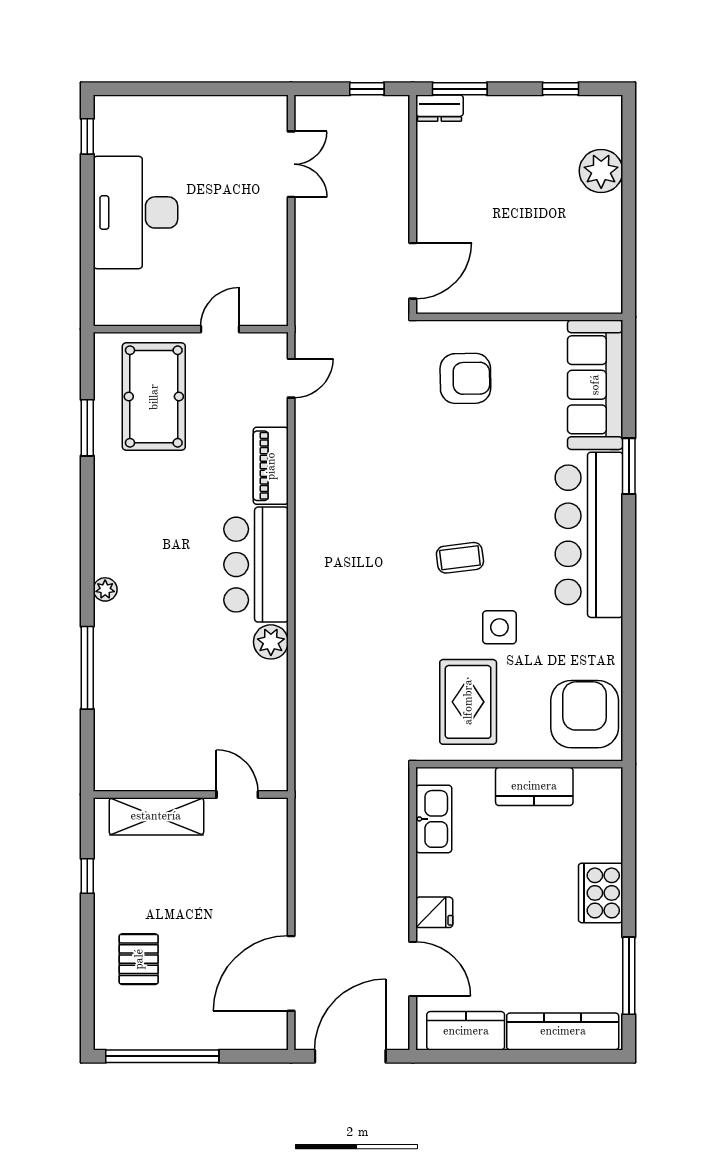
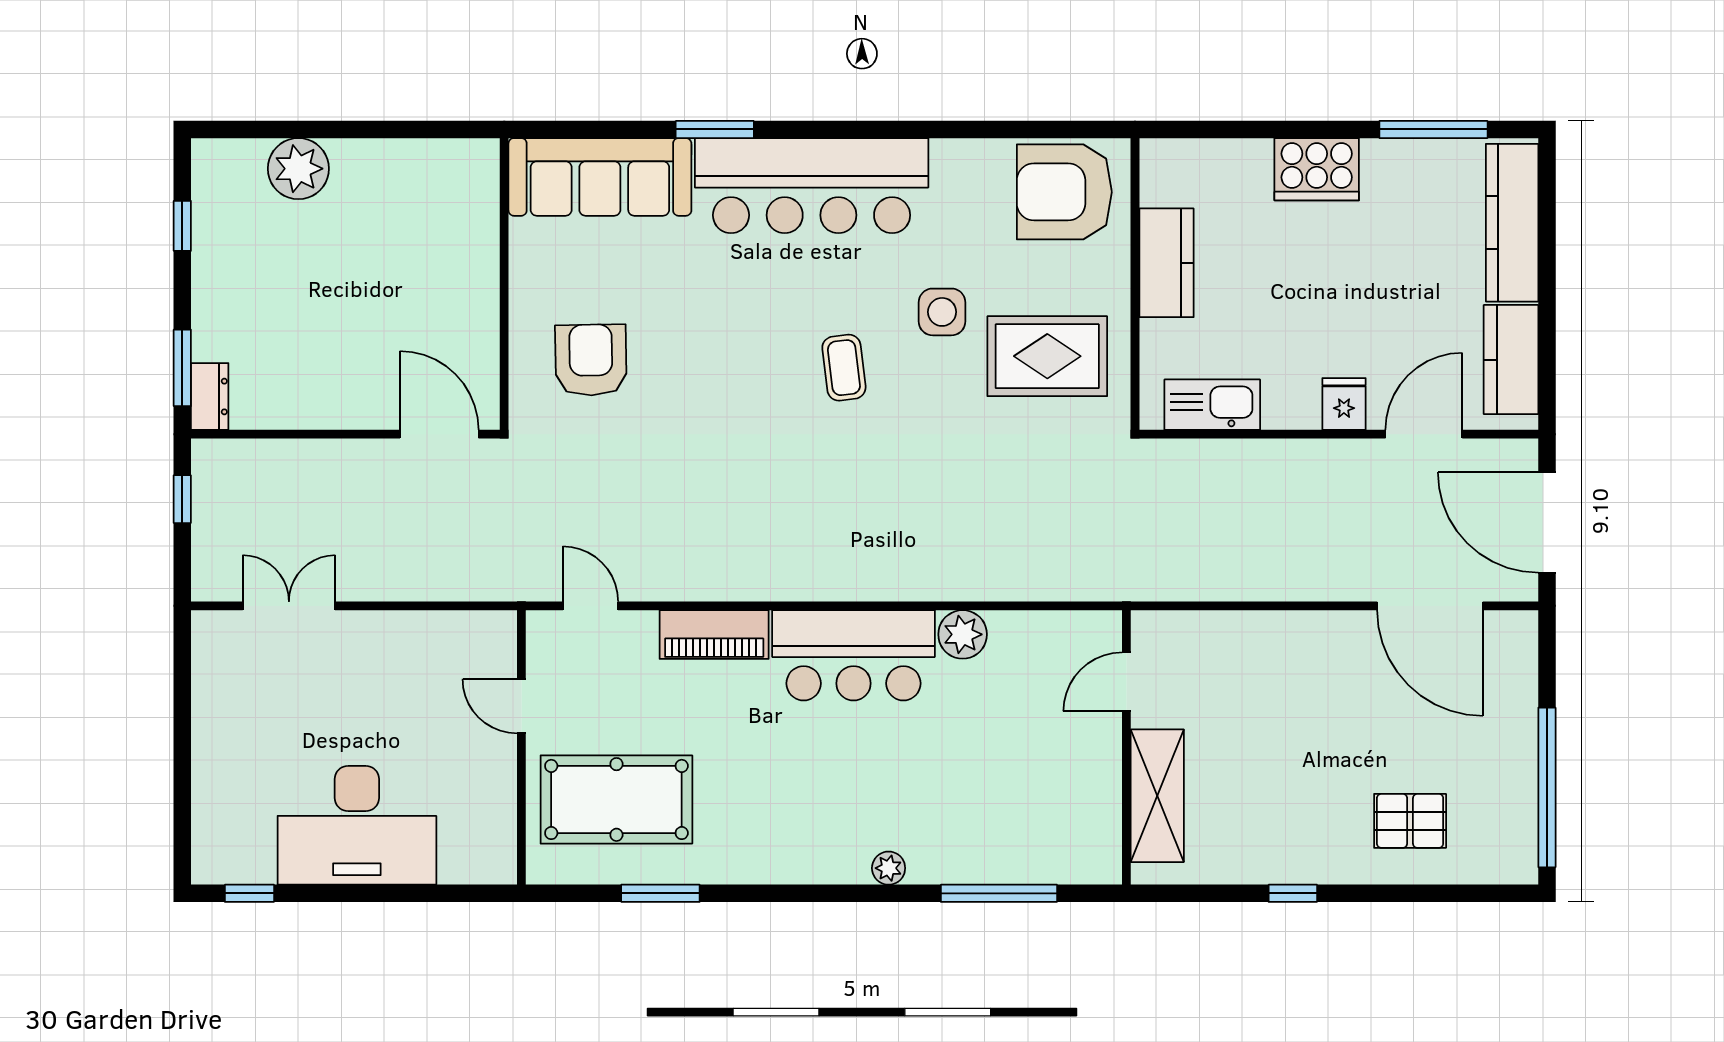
wall: (191, 795) -> (1126, 747), moved
door: (237, 795) -> (1126, 682), moved
shelving: (156, 816) -> (1157, 796), moved

